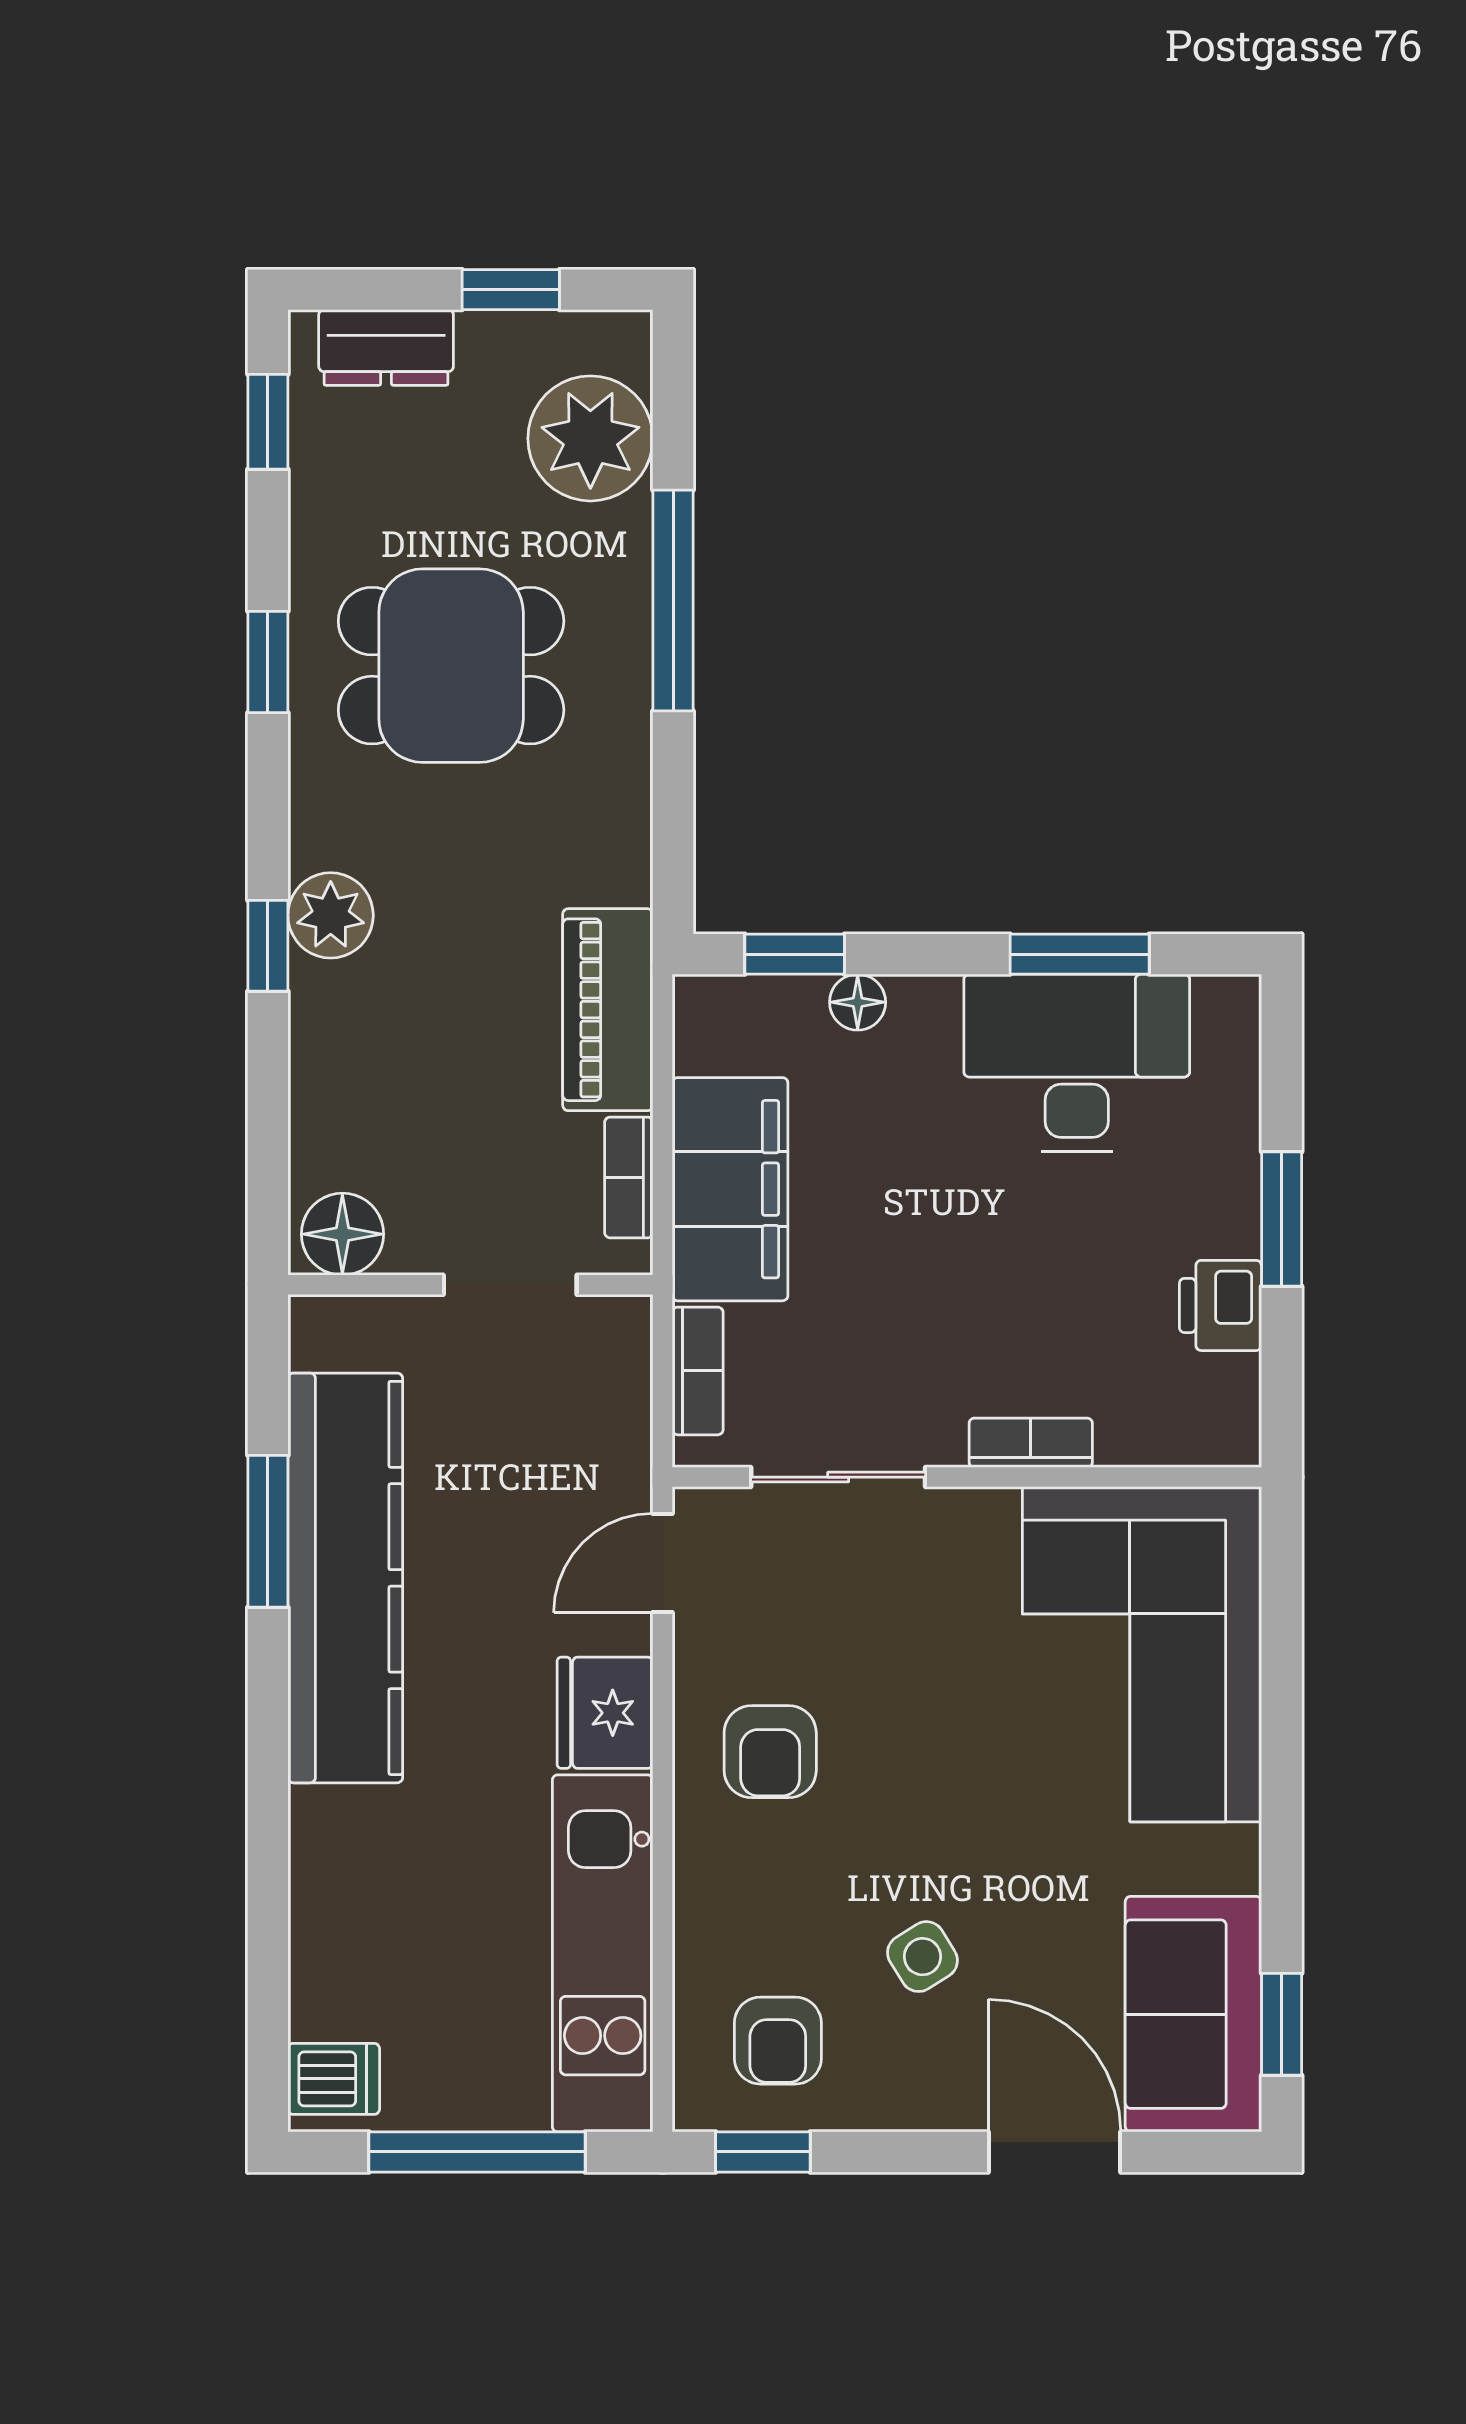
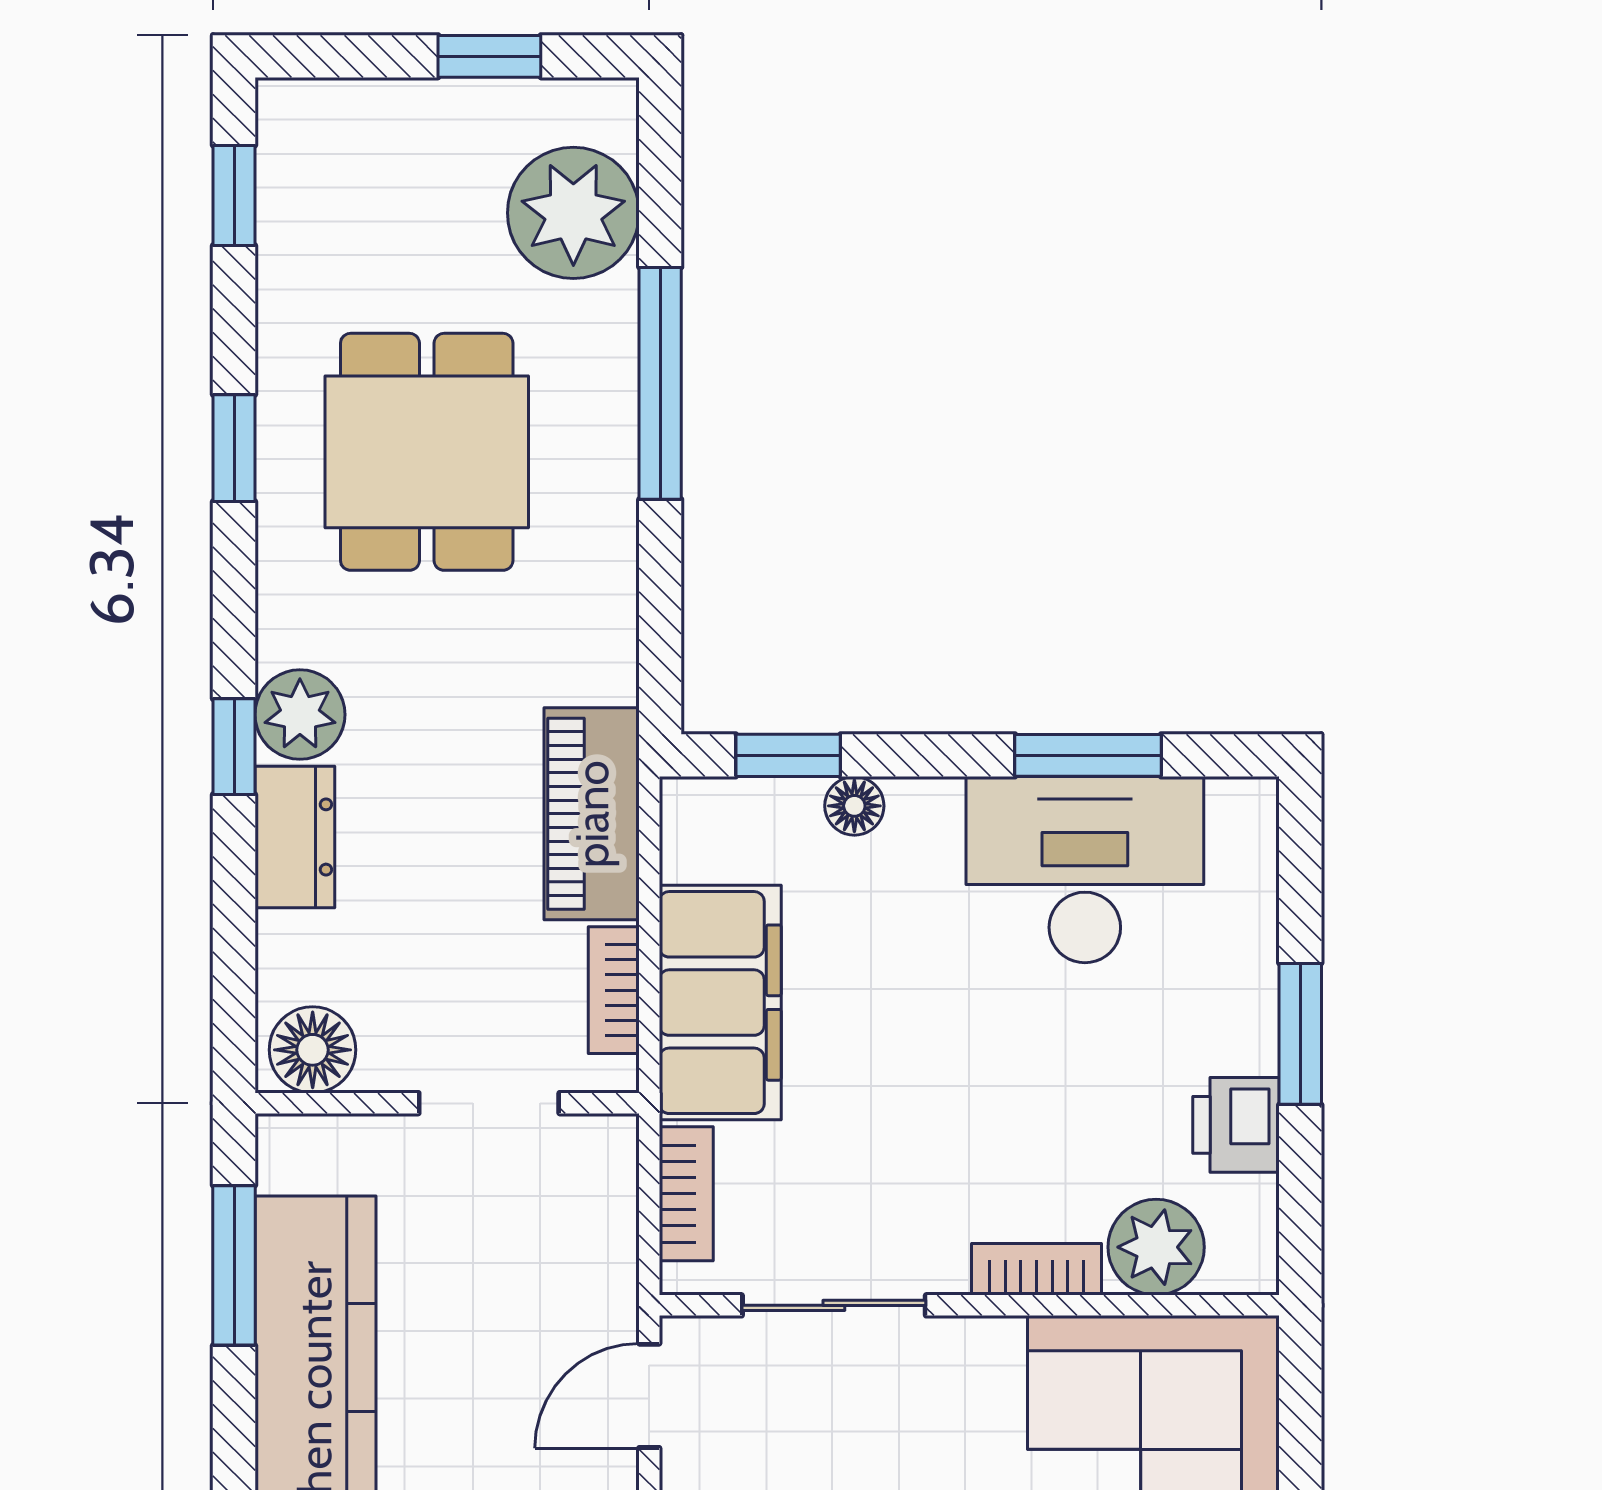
dresser: (386, 347) -> (295, 837), moved, turned -90
dining table: (451, 666) -> (427, 452), turned 90
plant: (1145, 1422) -> (1156, 1247), added
window: (268, 1531) -> (234, 1265), moved

